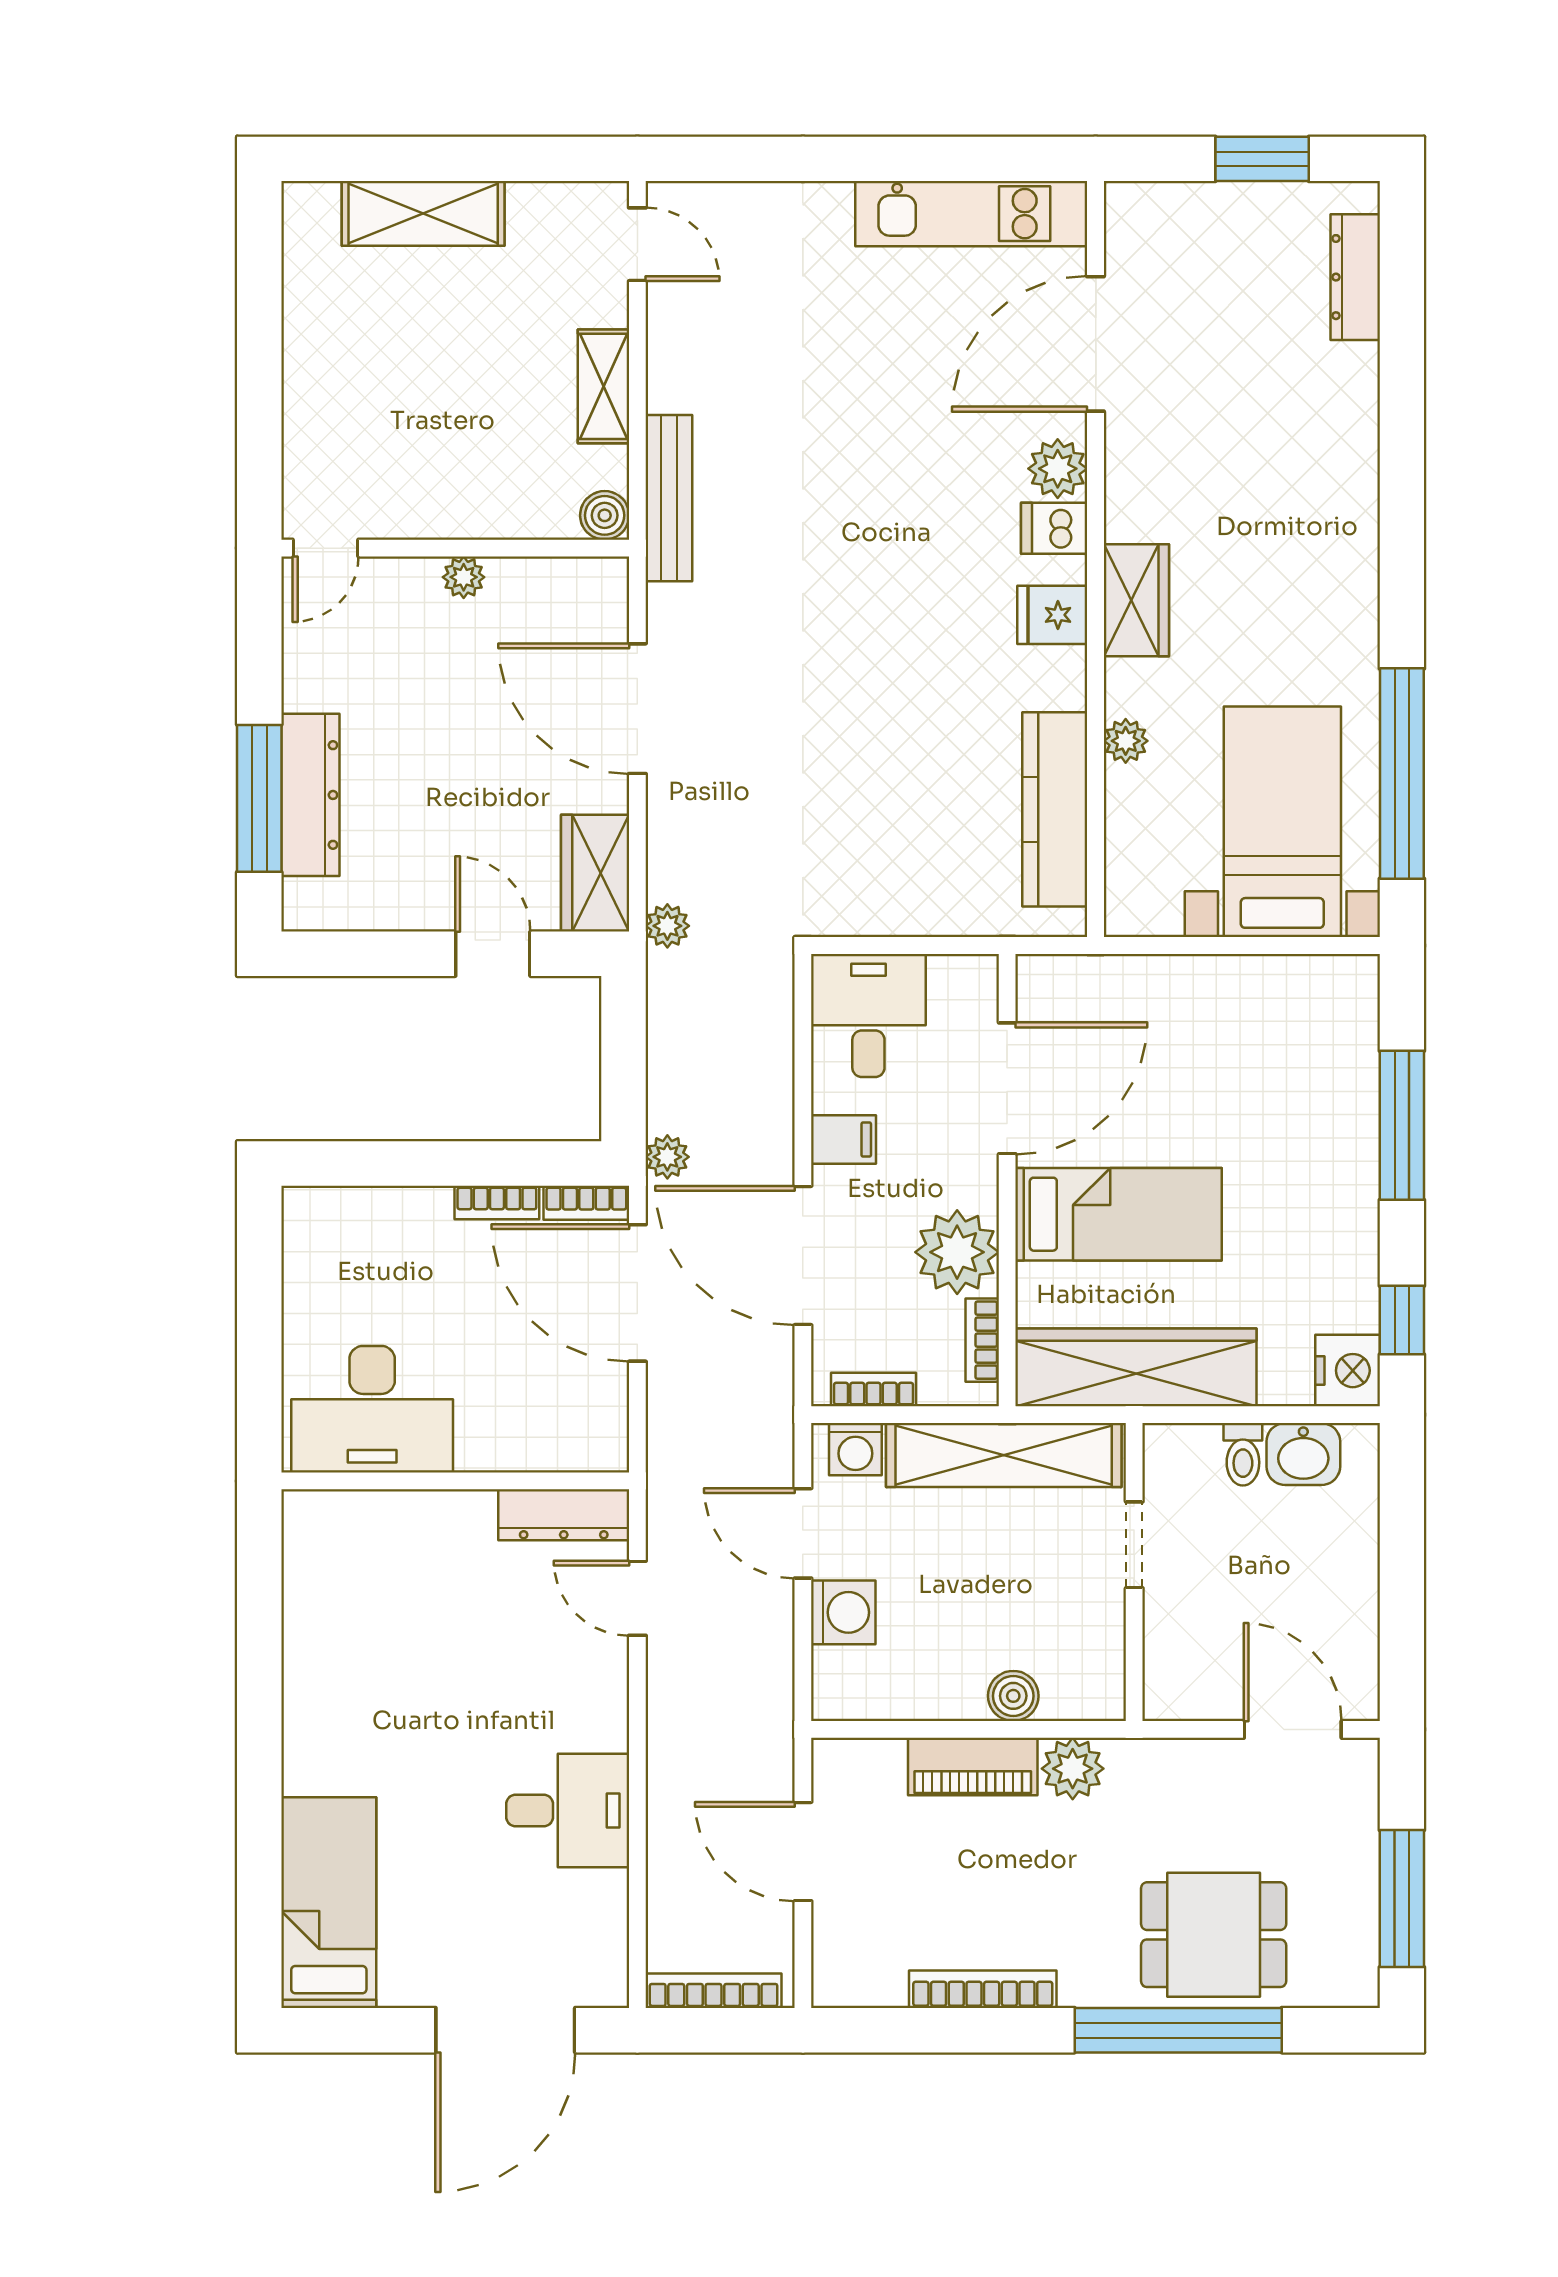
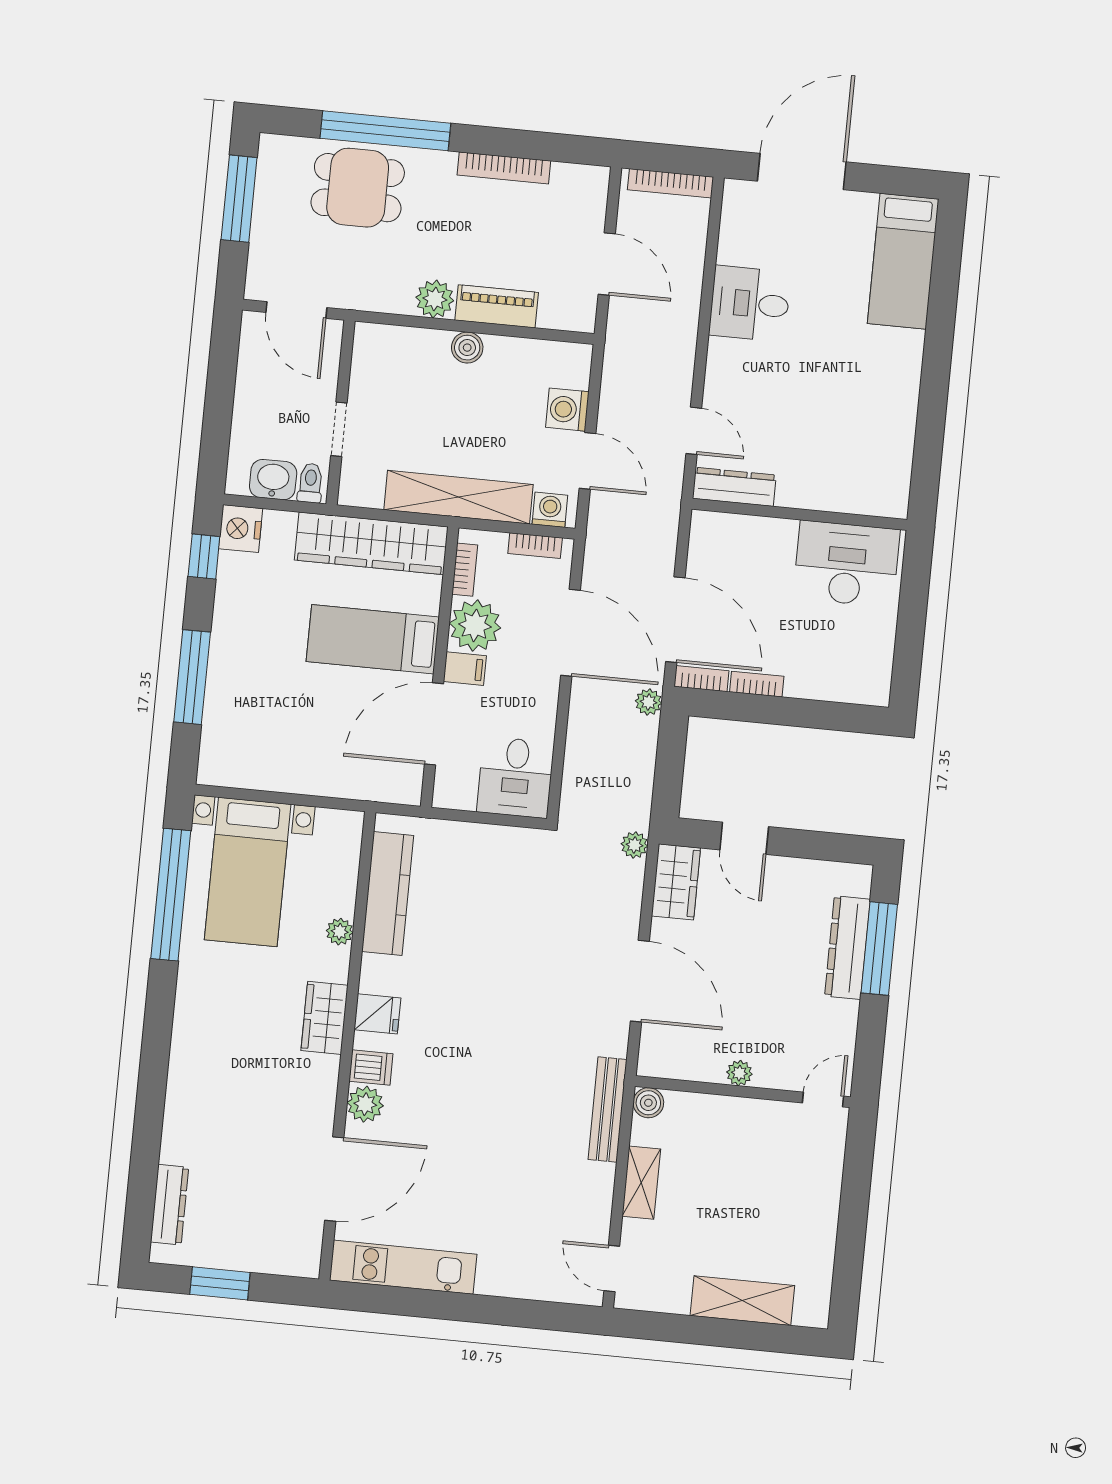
filing cabinet: (844, 1140) -> (465, 669), moved, turned 180
doorway: (1134, 1545) -> (339, 429), moved
wall: (1134, 1572) -> (340, 413), moved

